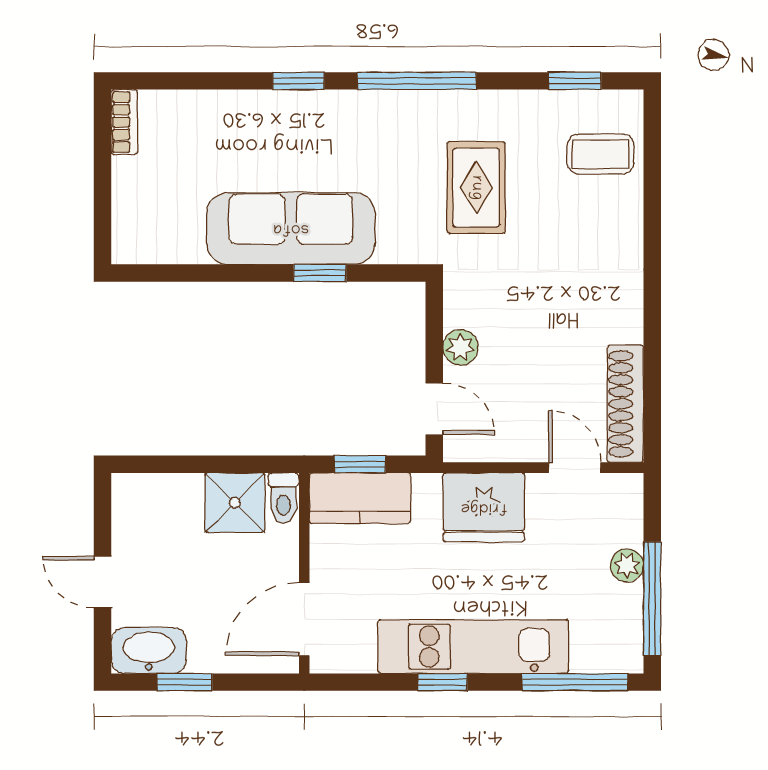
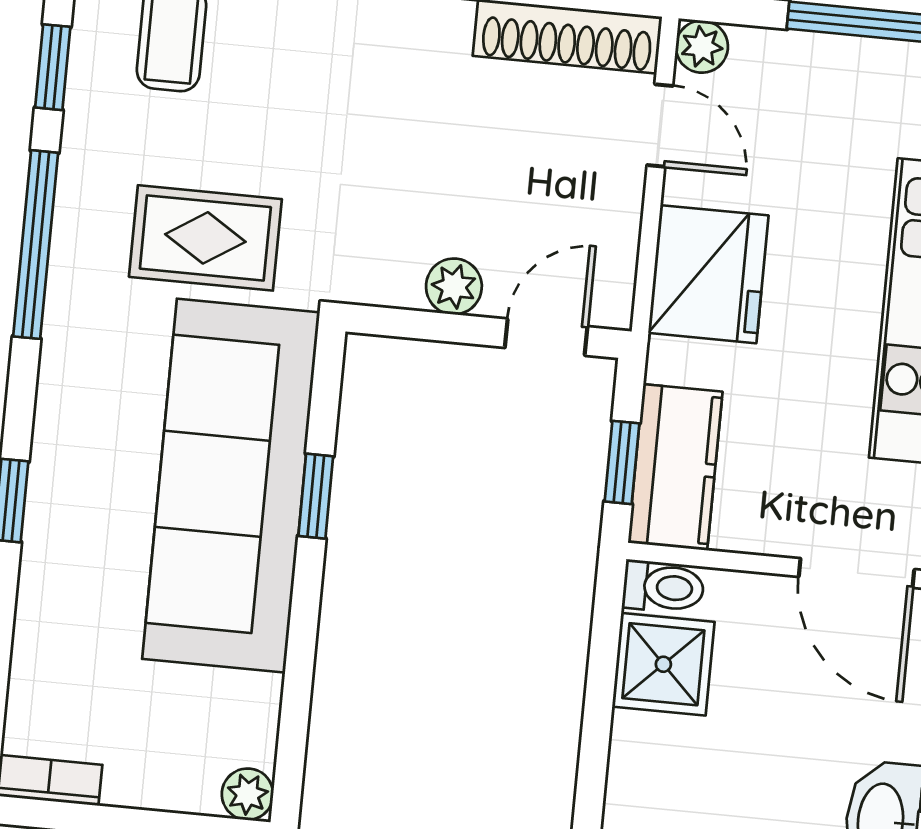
window: (417, 81) -> (36, 245), moved
sofa: (291, 228) -> (231, 486), width x1.36, depth x1.27
plant: (128, 248) -> (248, 794), added
door: (575, 468) -> (660, 125), swing flipped
plant: (627, 565) -> (702, 47), moved

